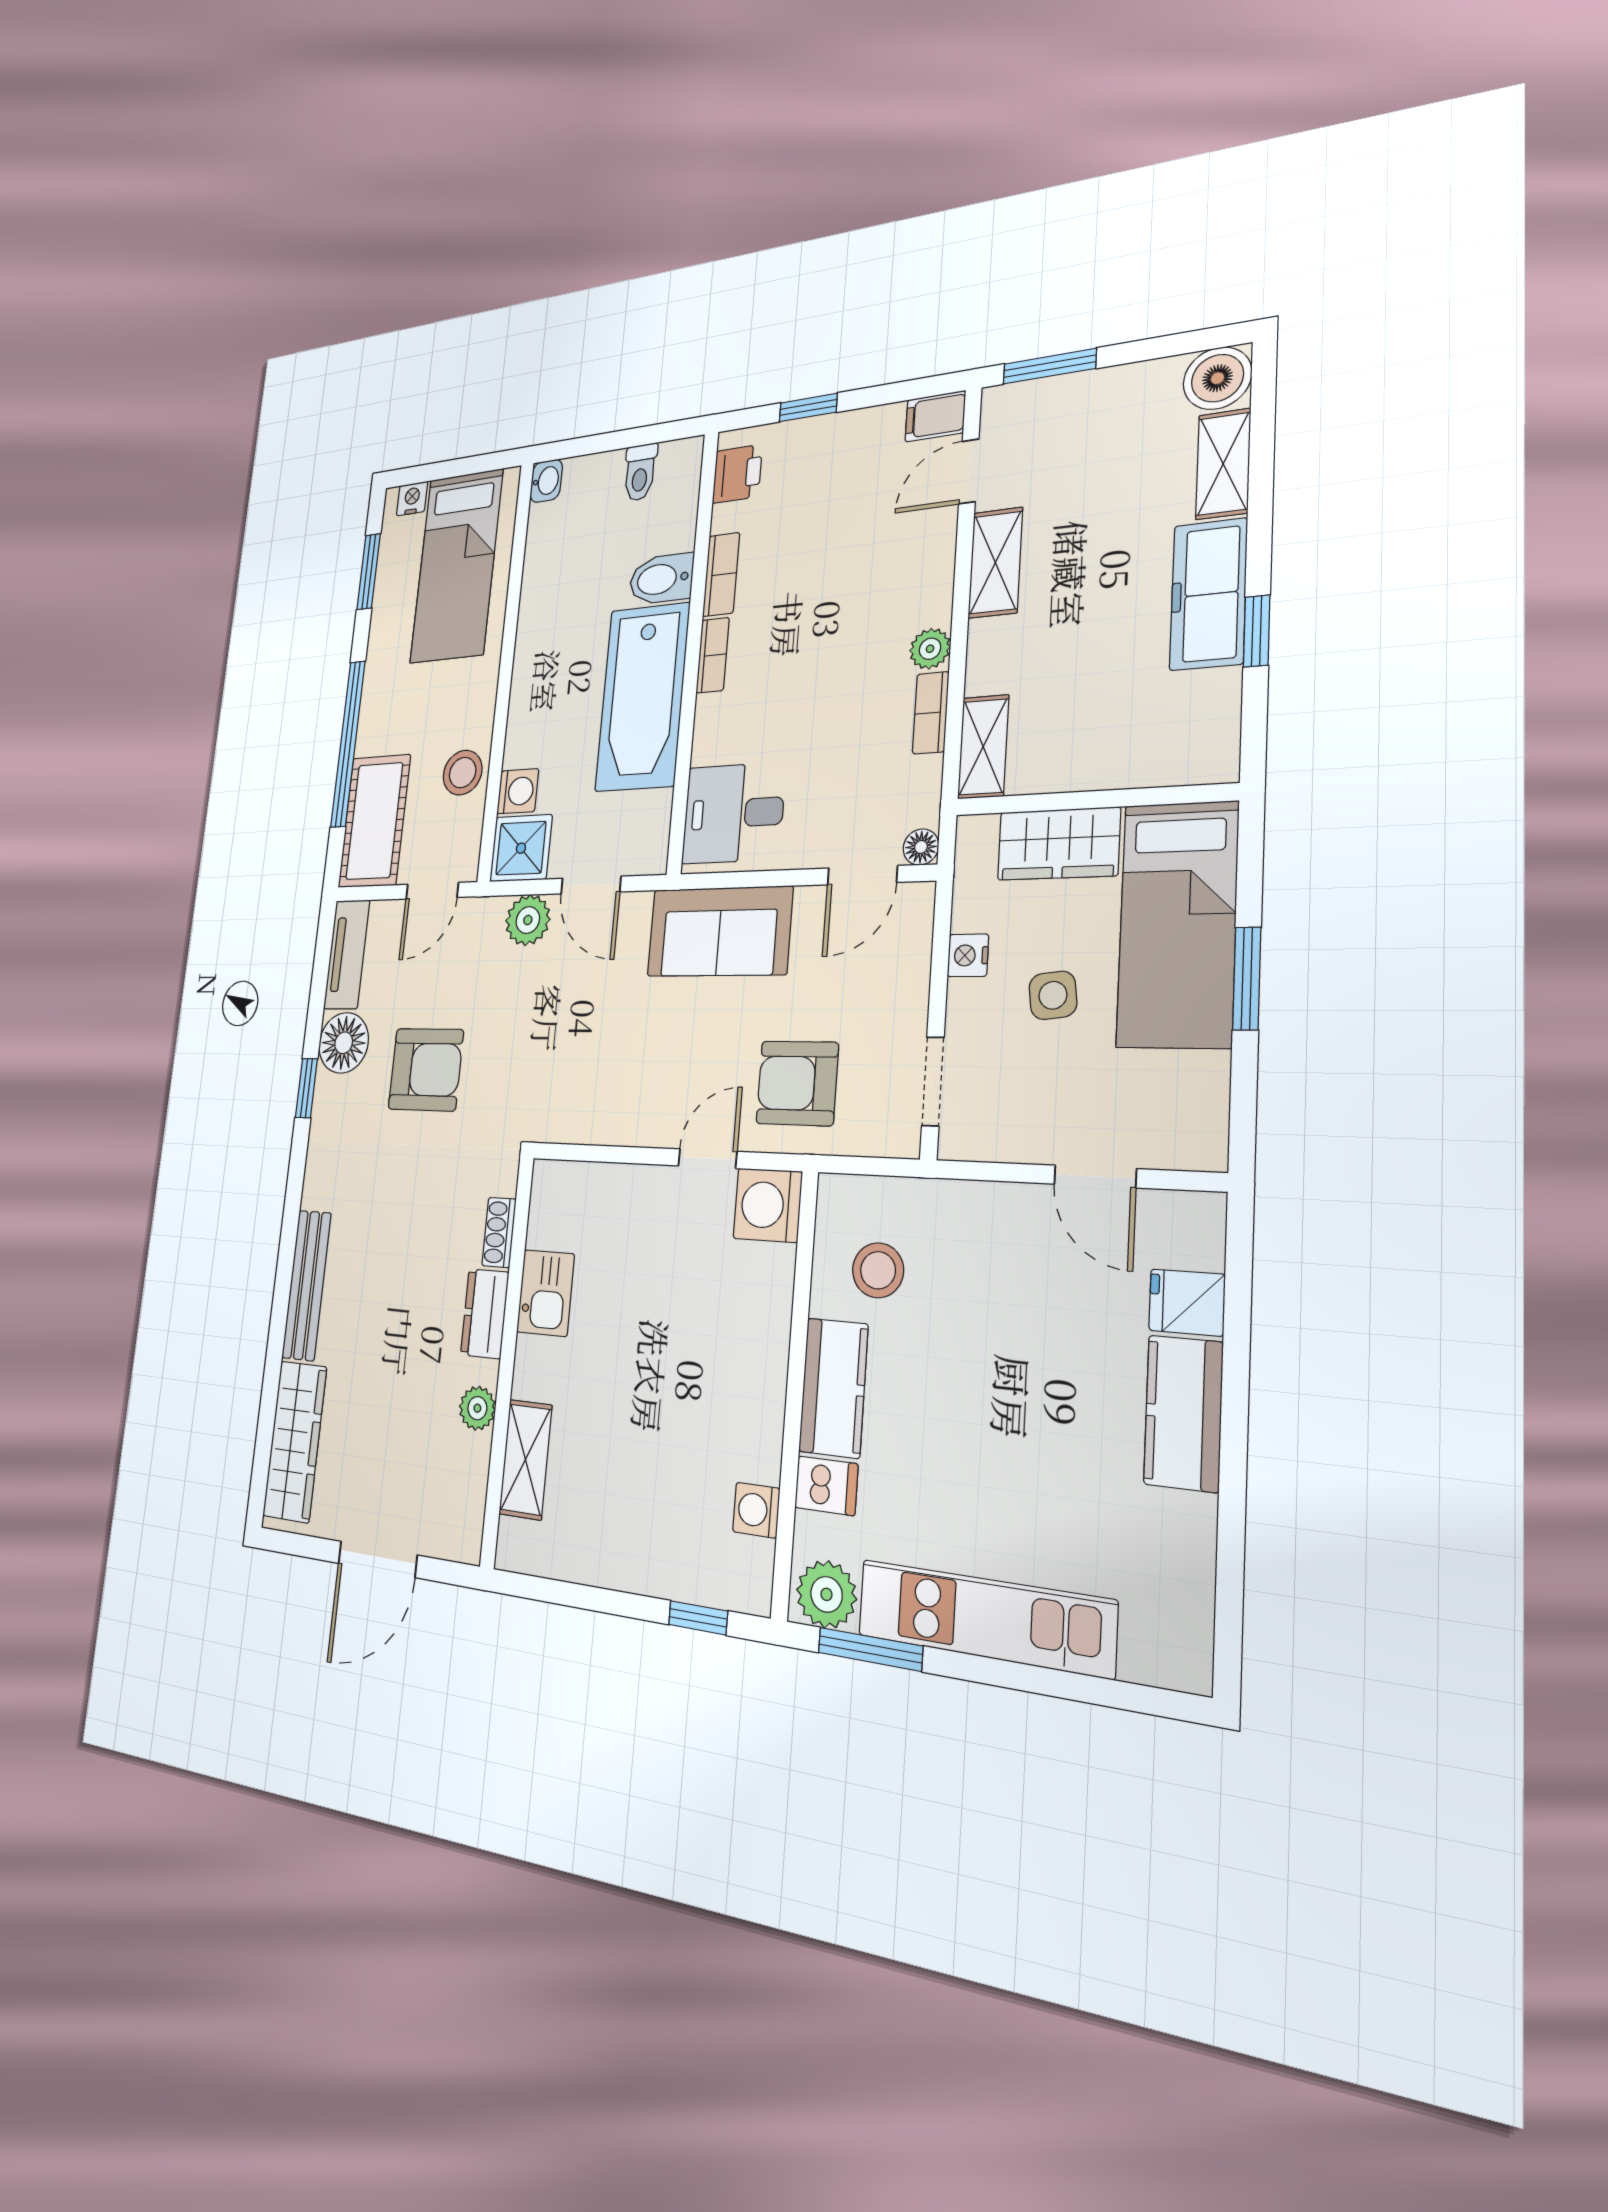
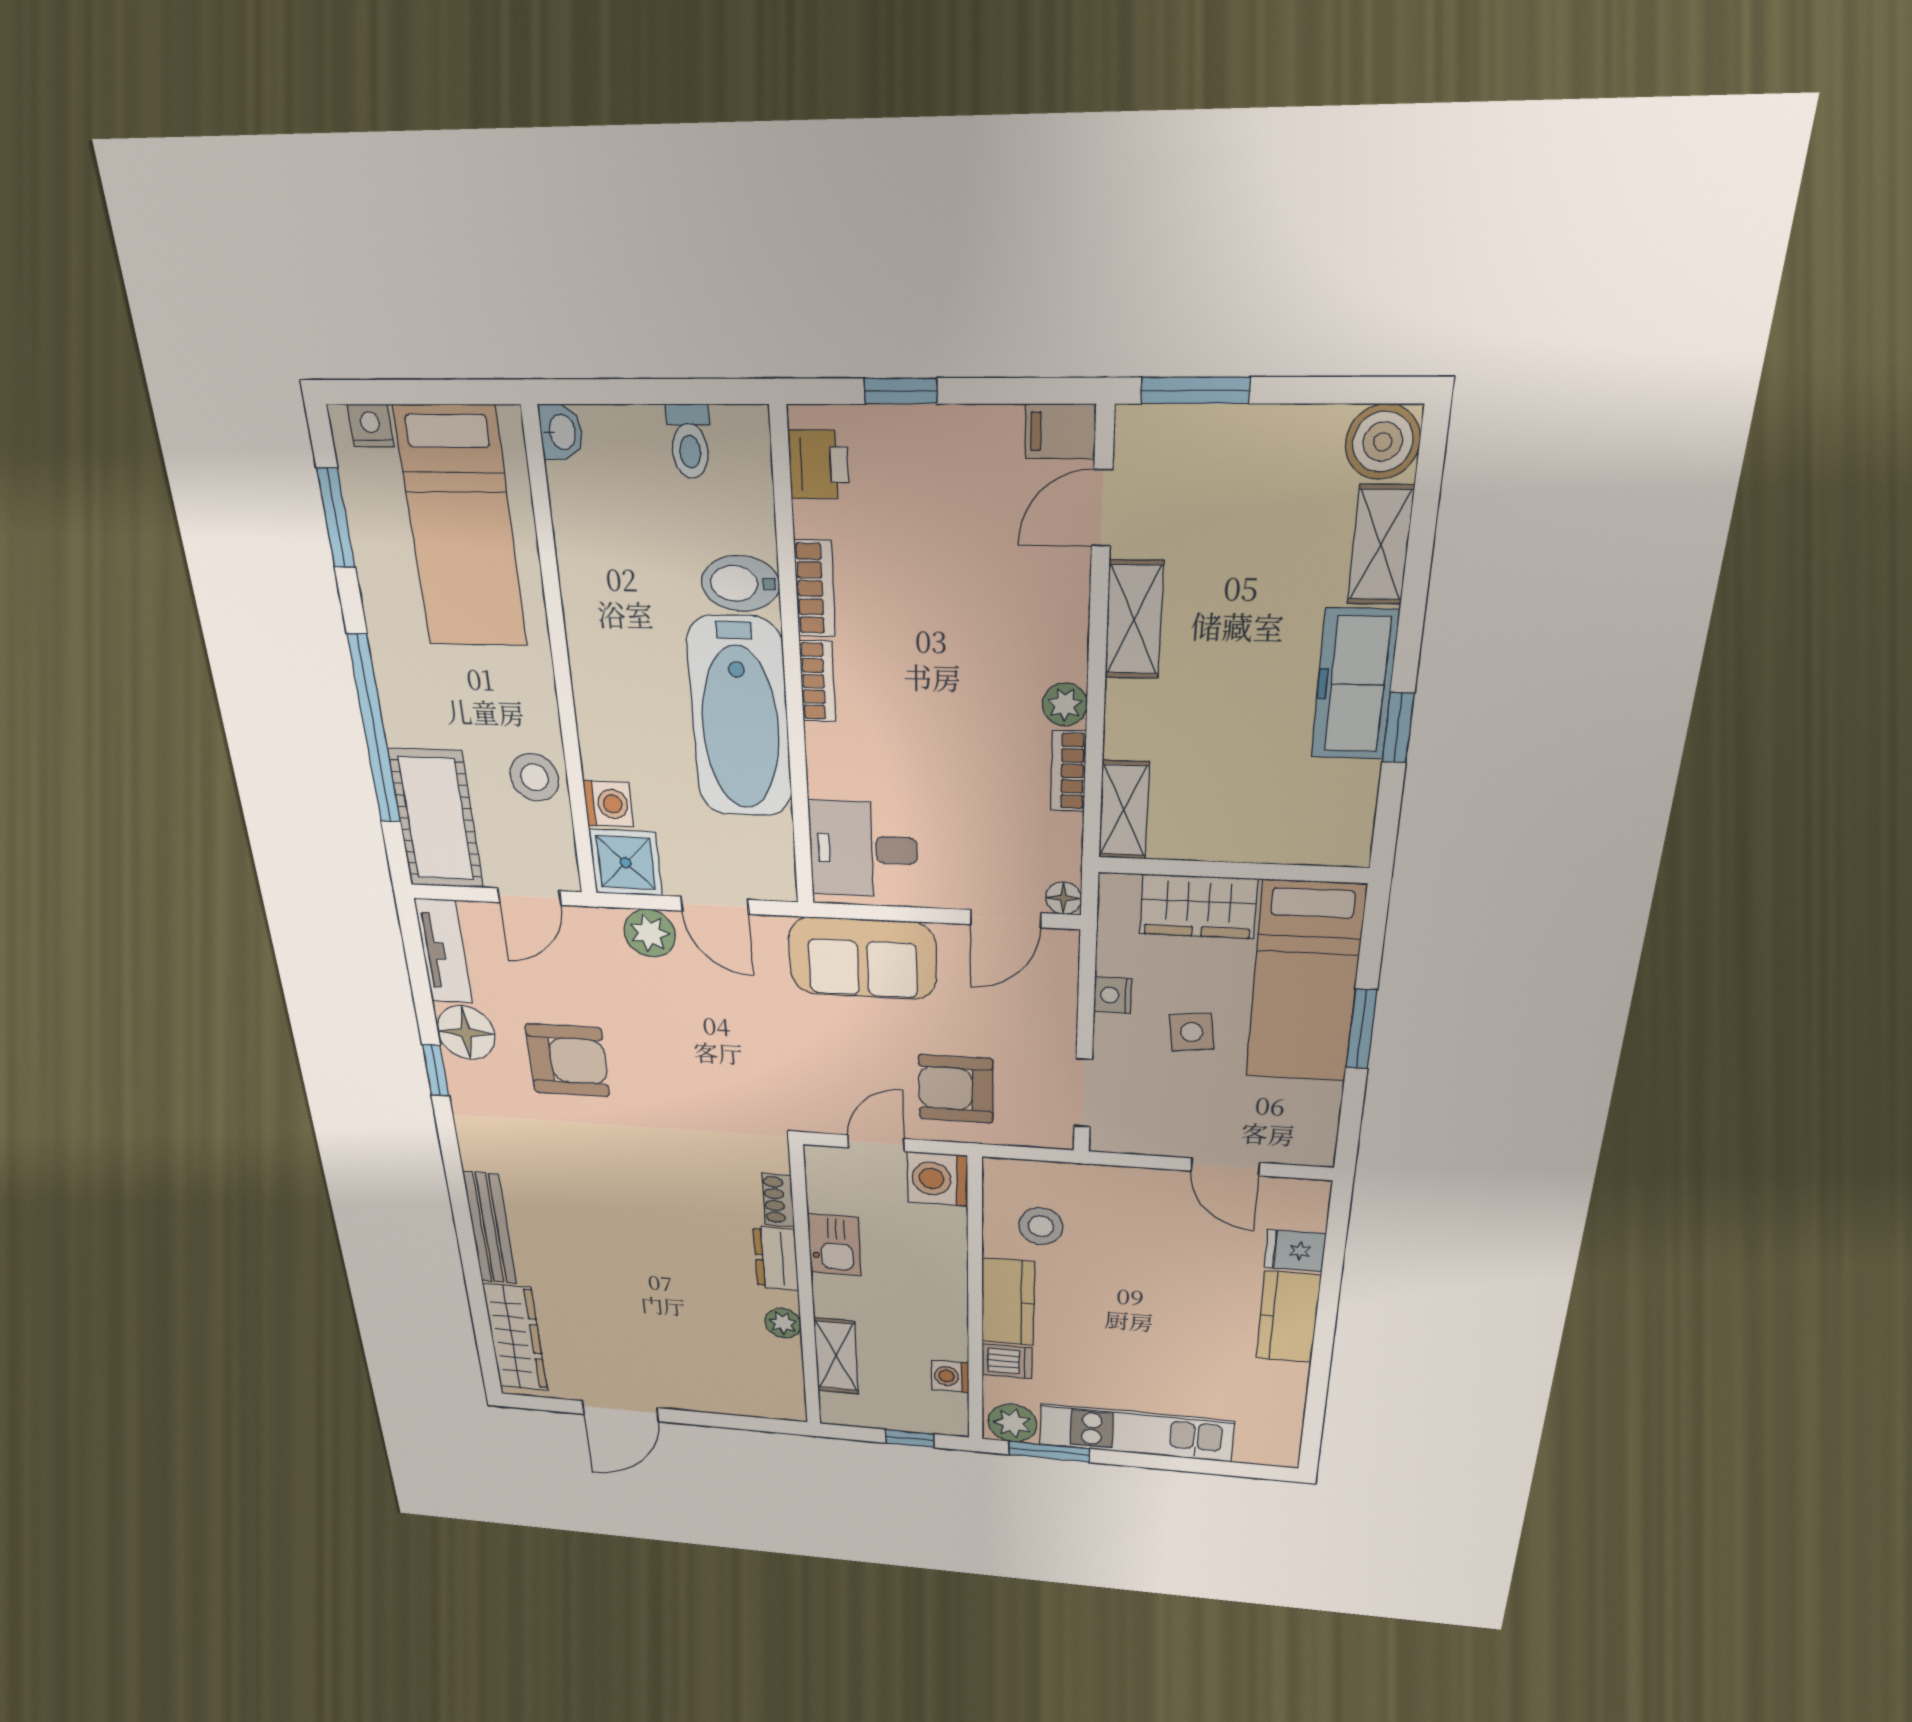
shoe rack: (499, 1232) -> (778, 1200), moved
kitchen sink: (546, 1293) -> (834, 1245), moved
dresser: (485, 1314) -> (776, 1258), moved
wall: (507, 1359) -> (805, 1290), moved
plant: (477, 1408) -> (783, 1323), moved
shelving: (525, 1459) -> (836, 1356), moved

